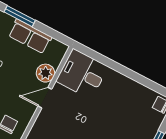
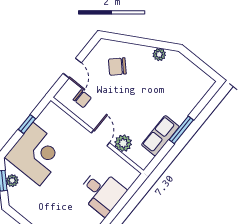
desk: (82, 74) -> (102, 192), moved, turned 90

